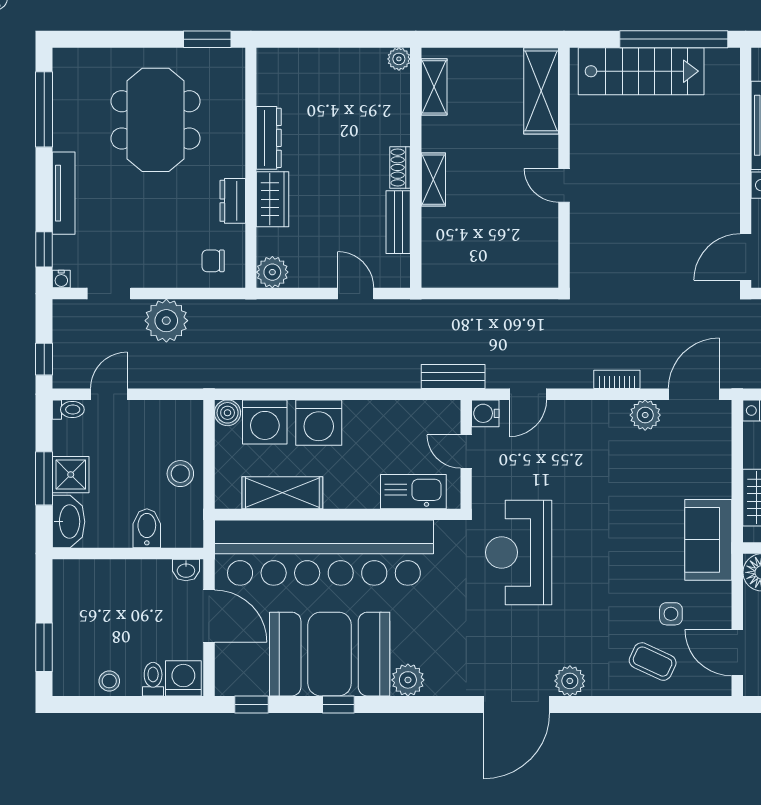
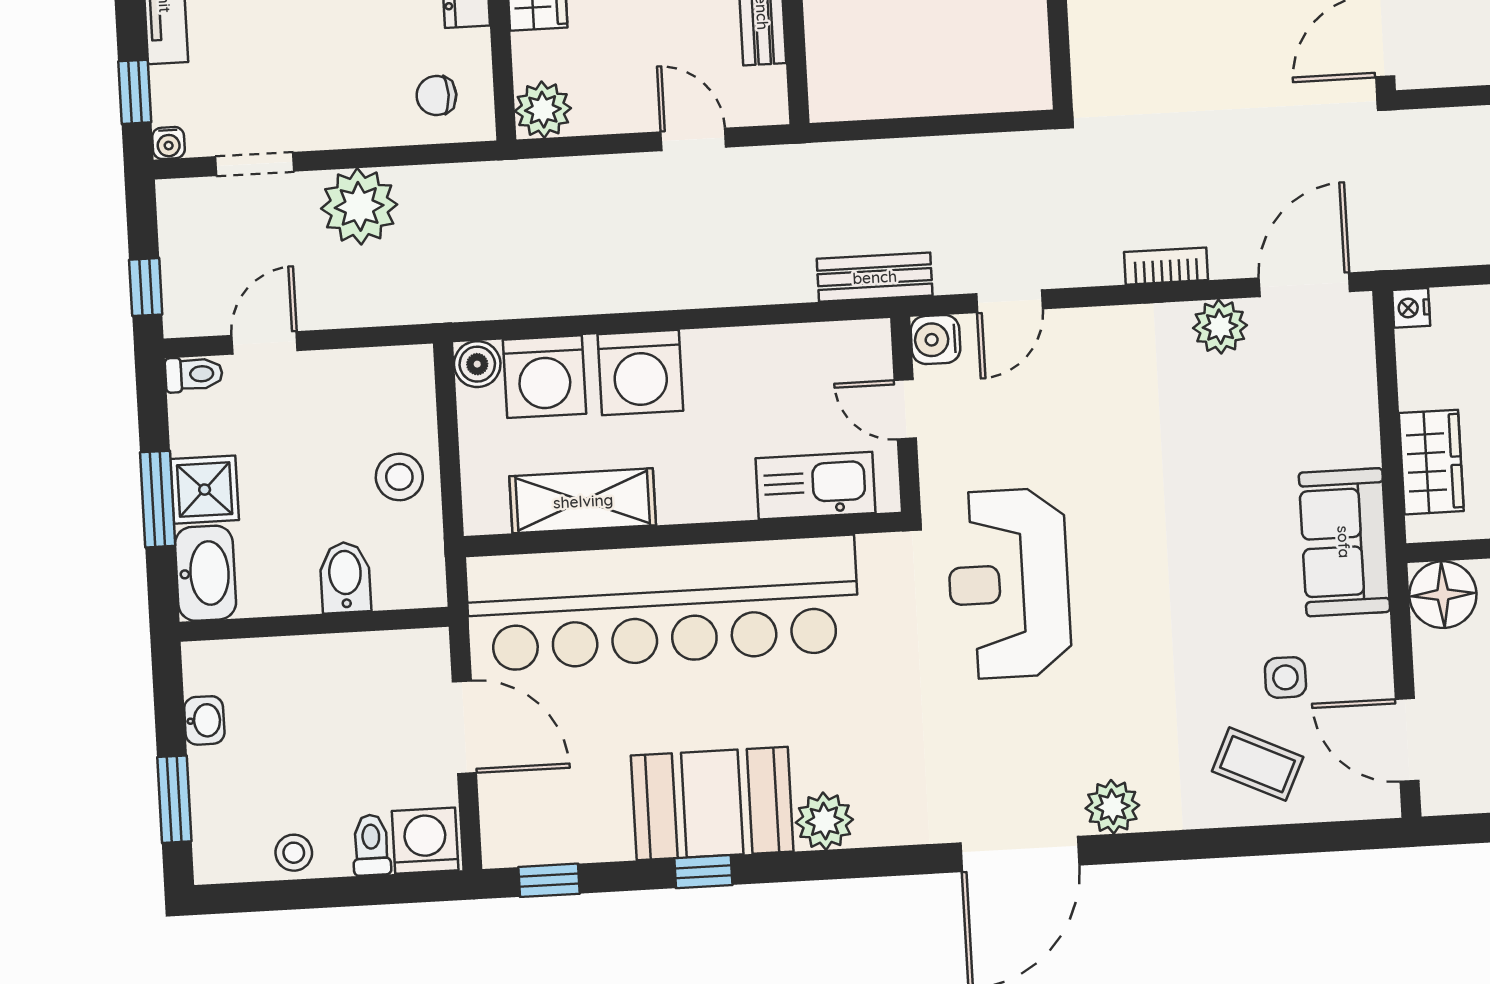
washbasin: (186, 570) -> (204, 720), moved, turned -90
booth: (330, 654) -> (712, 804), width x0.73, depth x0.70

